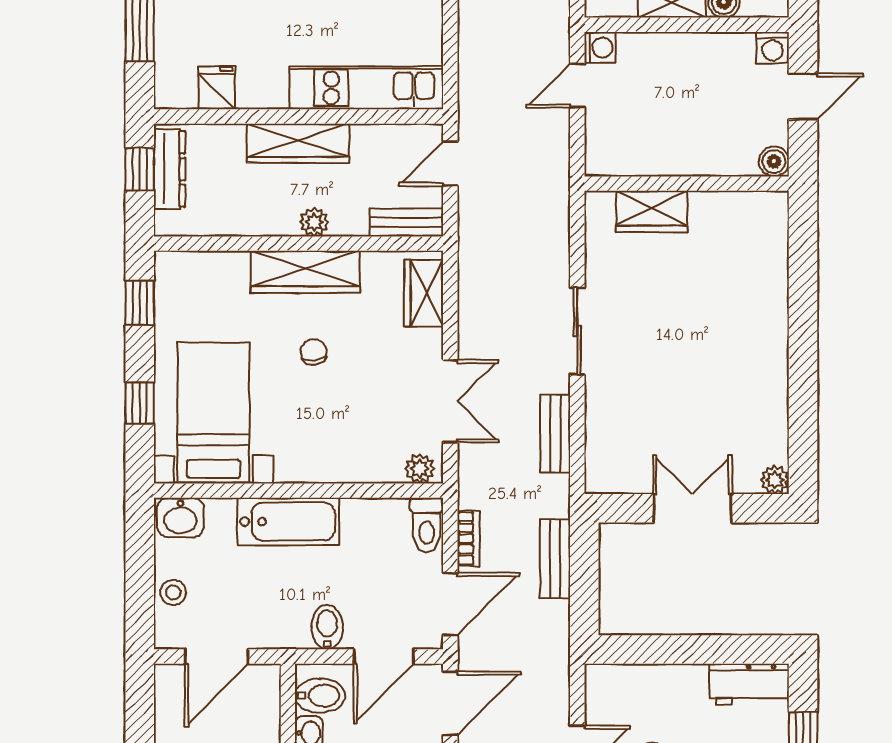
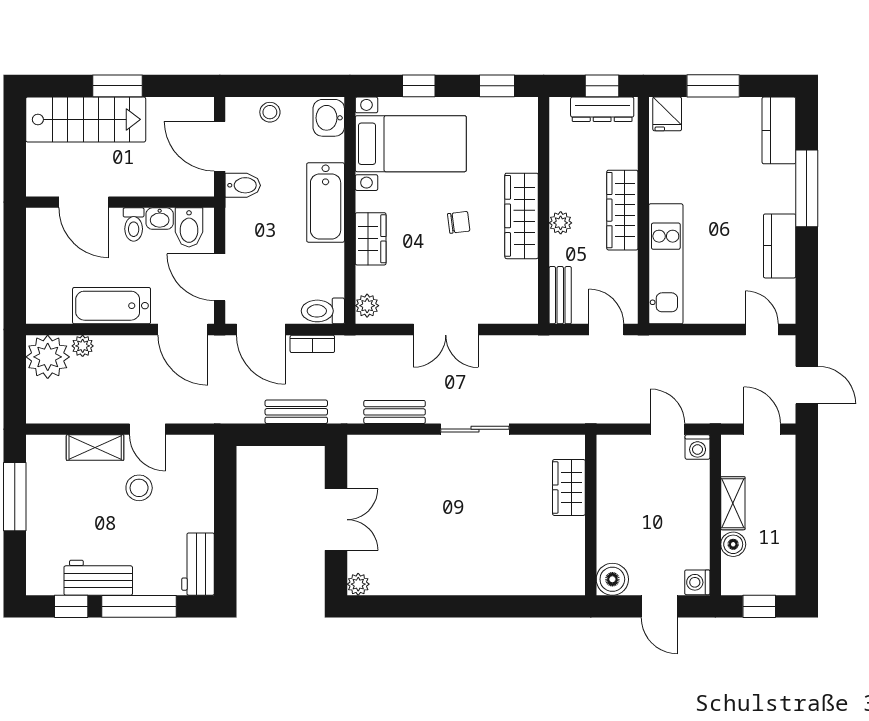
fridge: (217, 88) -> (667, 114), moved, turned 90
boiler: (774, 161) -> (612, 579), width x1.36, depth x1.36
wardrobe: (424, 293) -> (371, 239), moved, turned 90
double door: (450, 401) -> (446, 330), moved
bidet: (327, 627) -> (243, 185), moved

